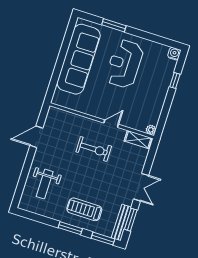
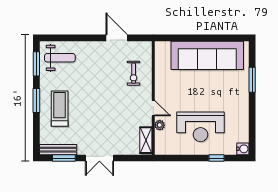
reception desk: (124, 64) -> (200, 127), moved, turned 180
plant: (151, 130) -> (160, 125), moved
exercise bike: (94, 149) -> (134, 73), moved, width x0.73, depth x0.72
weight bench: (45, 184) -> (60, 58), moved, turned 180
window: (103, 239) -> (36, 64), moved

